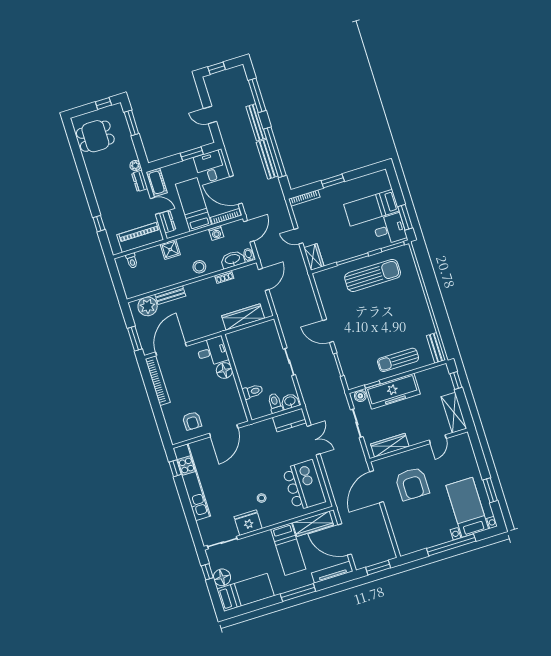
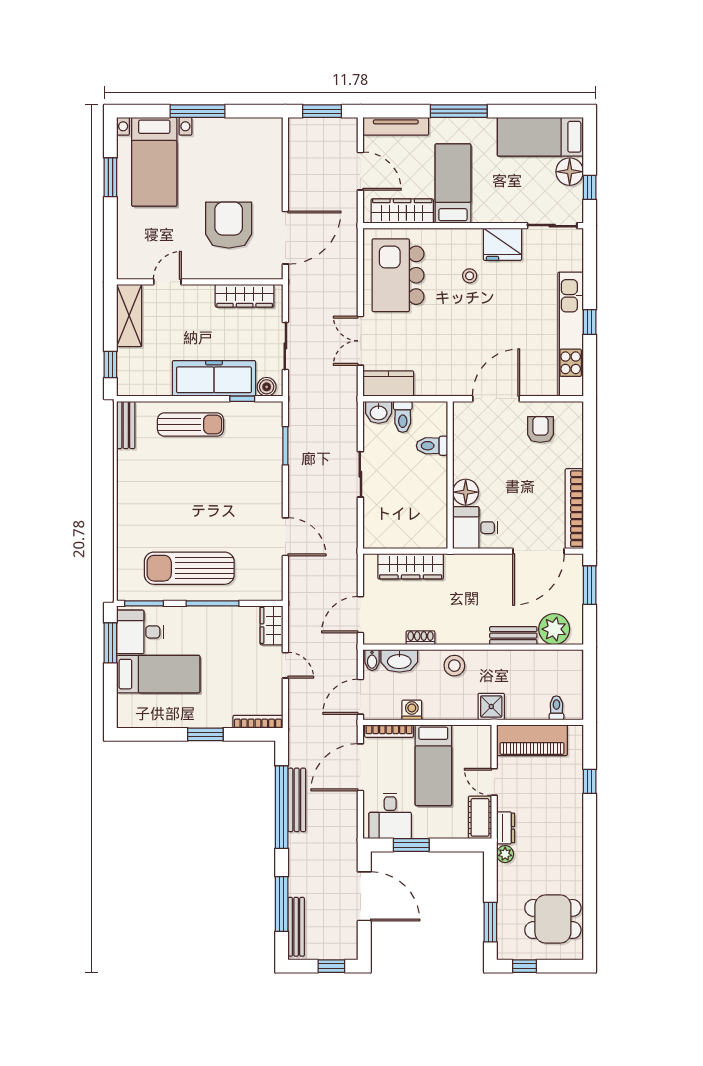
door: (210, 115) -> (364, 896), width x1.88
bench: (256, 122) -> (296, 927), moved
door: (236, 190) -> (360, 767), swing flipped
dresser: (167, 222) -> (482, 751), removed
door: (328, 331) -> (285, 537), moved
window: (175, 468) -> (590, 322), moved
door: (345, 539) -> (360, 171), width x0.73
window: (451, 545) -> (197, 111), width x0.68

